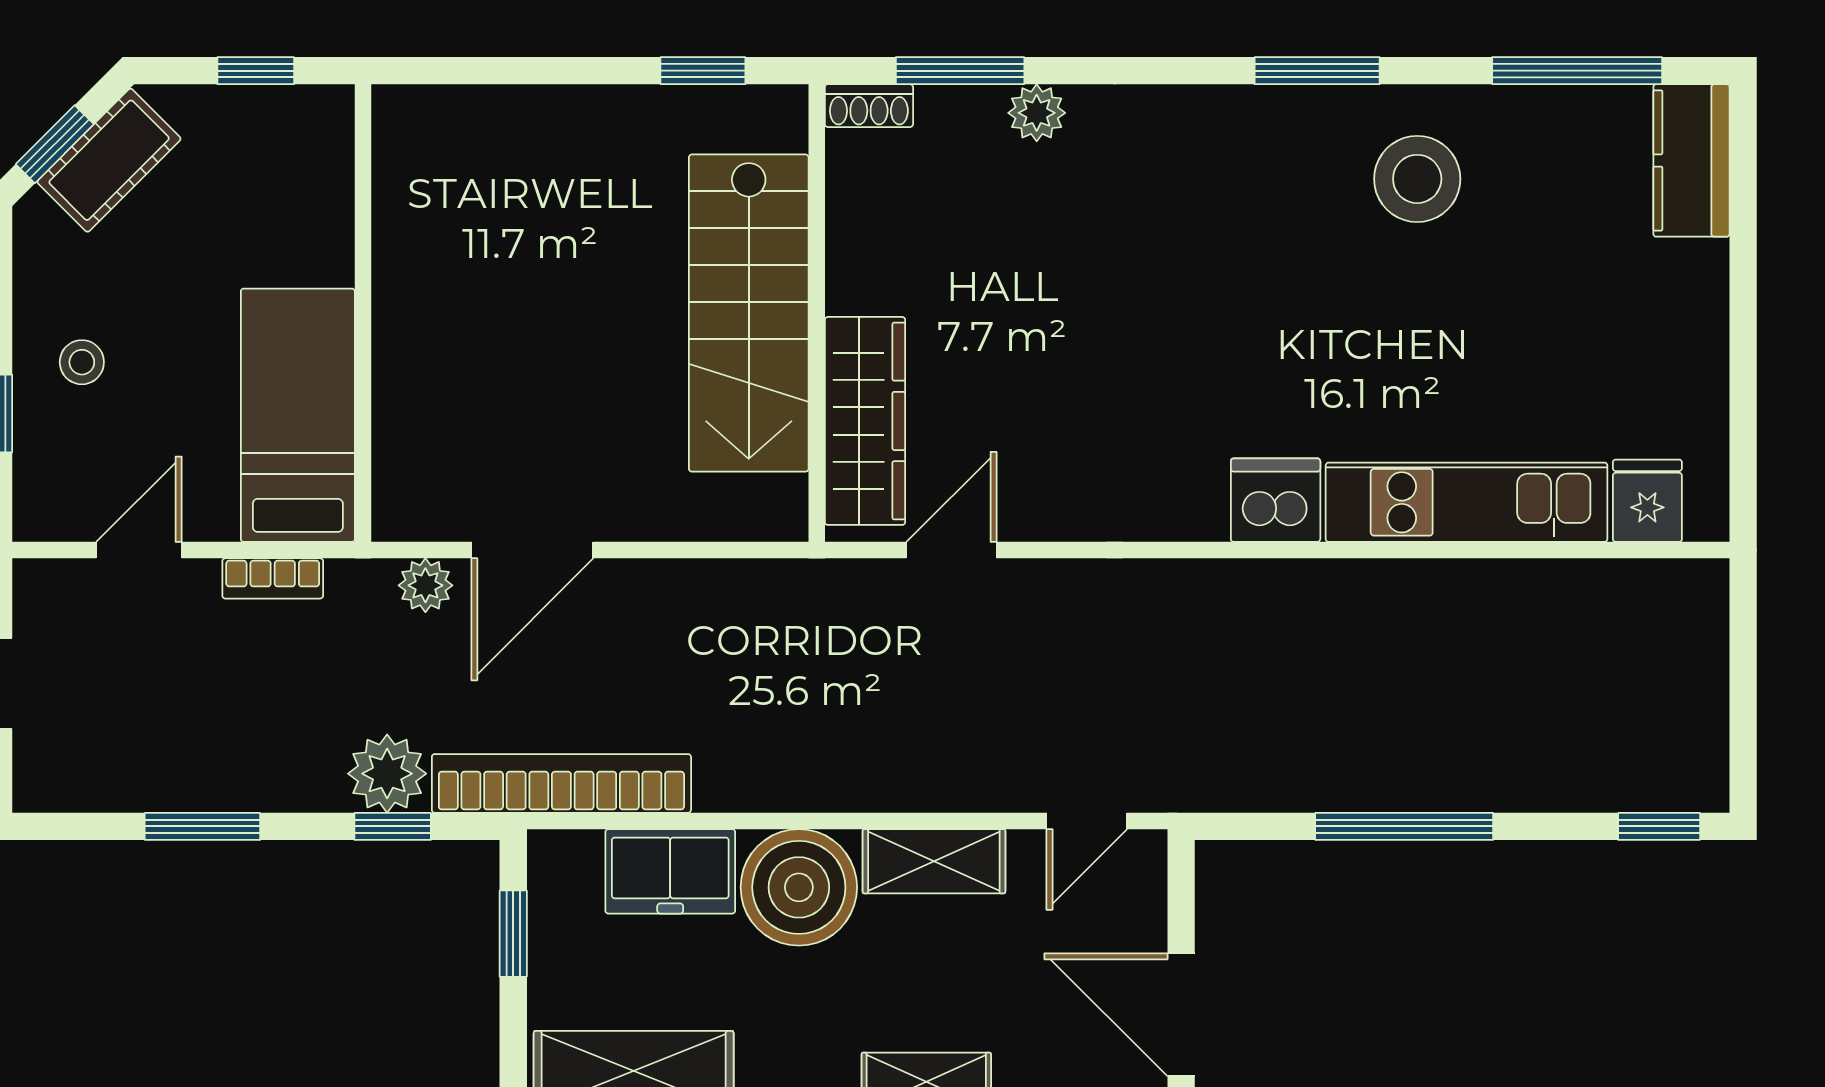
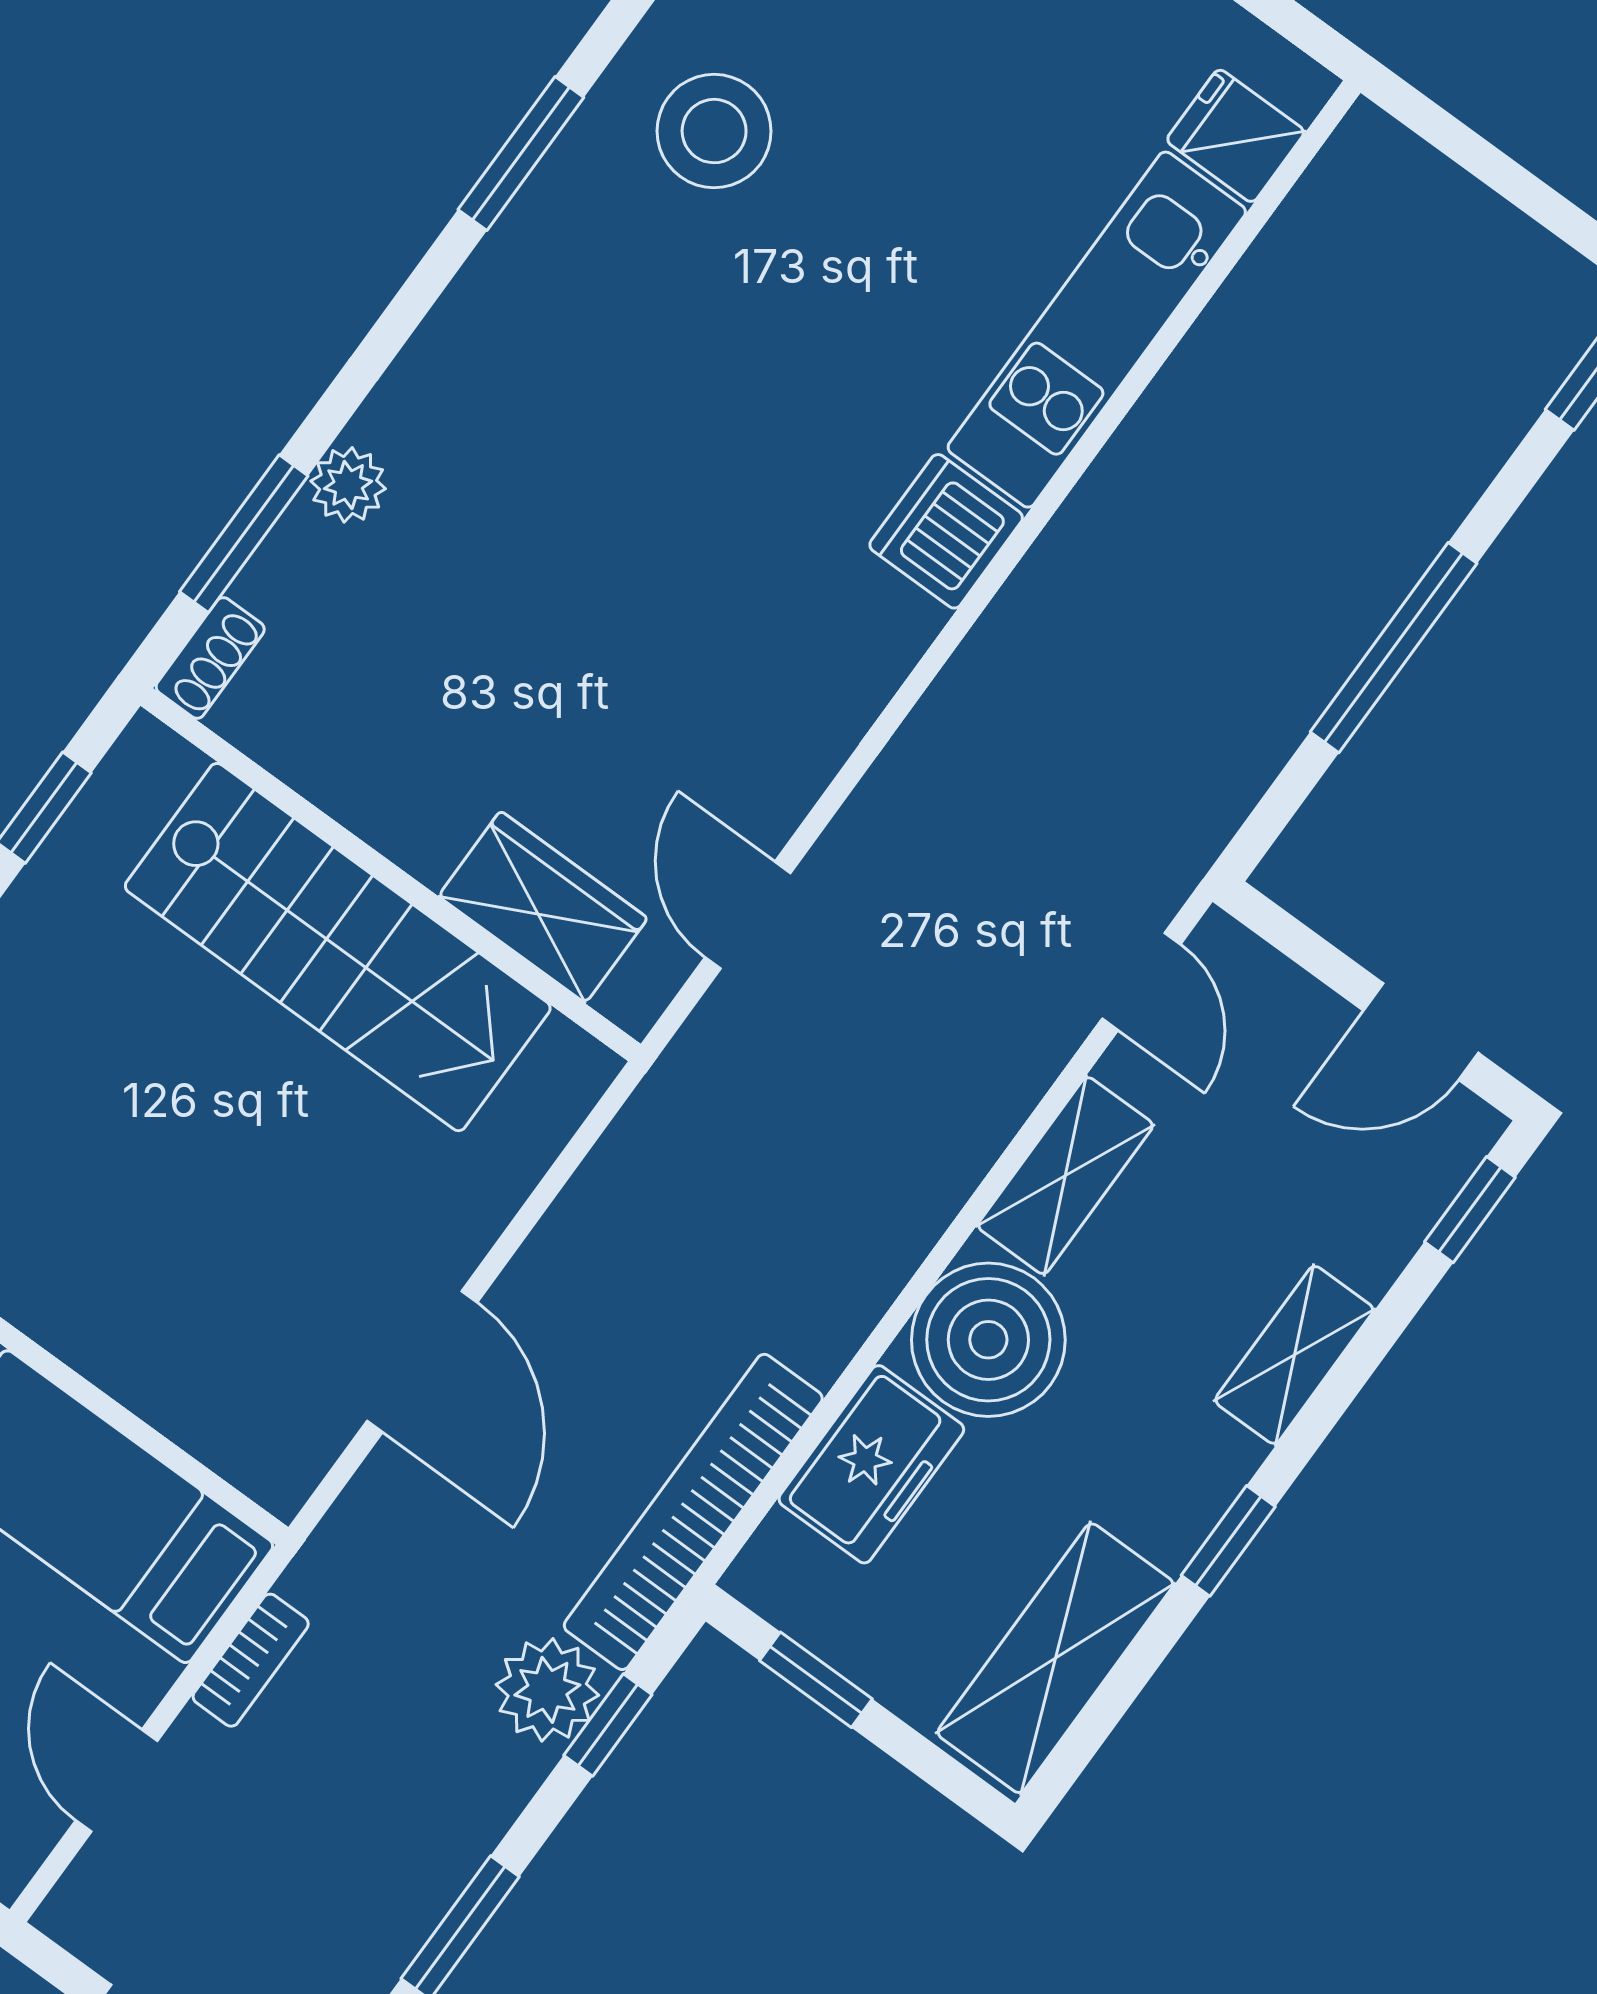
wardrobe: (865, 421) -> (543, 907), width x0.67
plant: (425, 585) -> (377, 1503), removed
door: (1181, 1015) -> (1421, 1032), width x0.73

